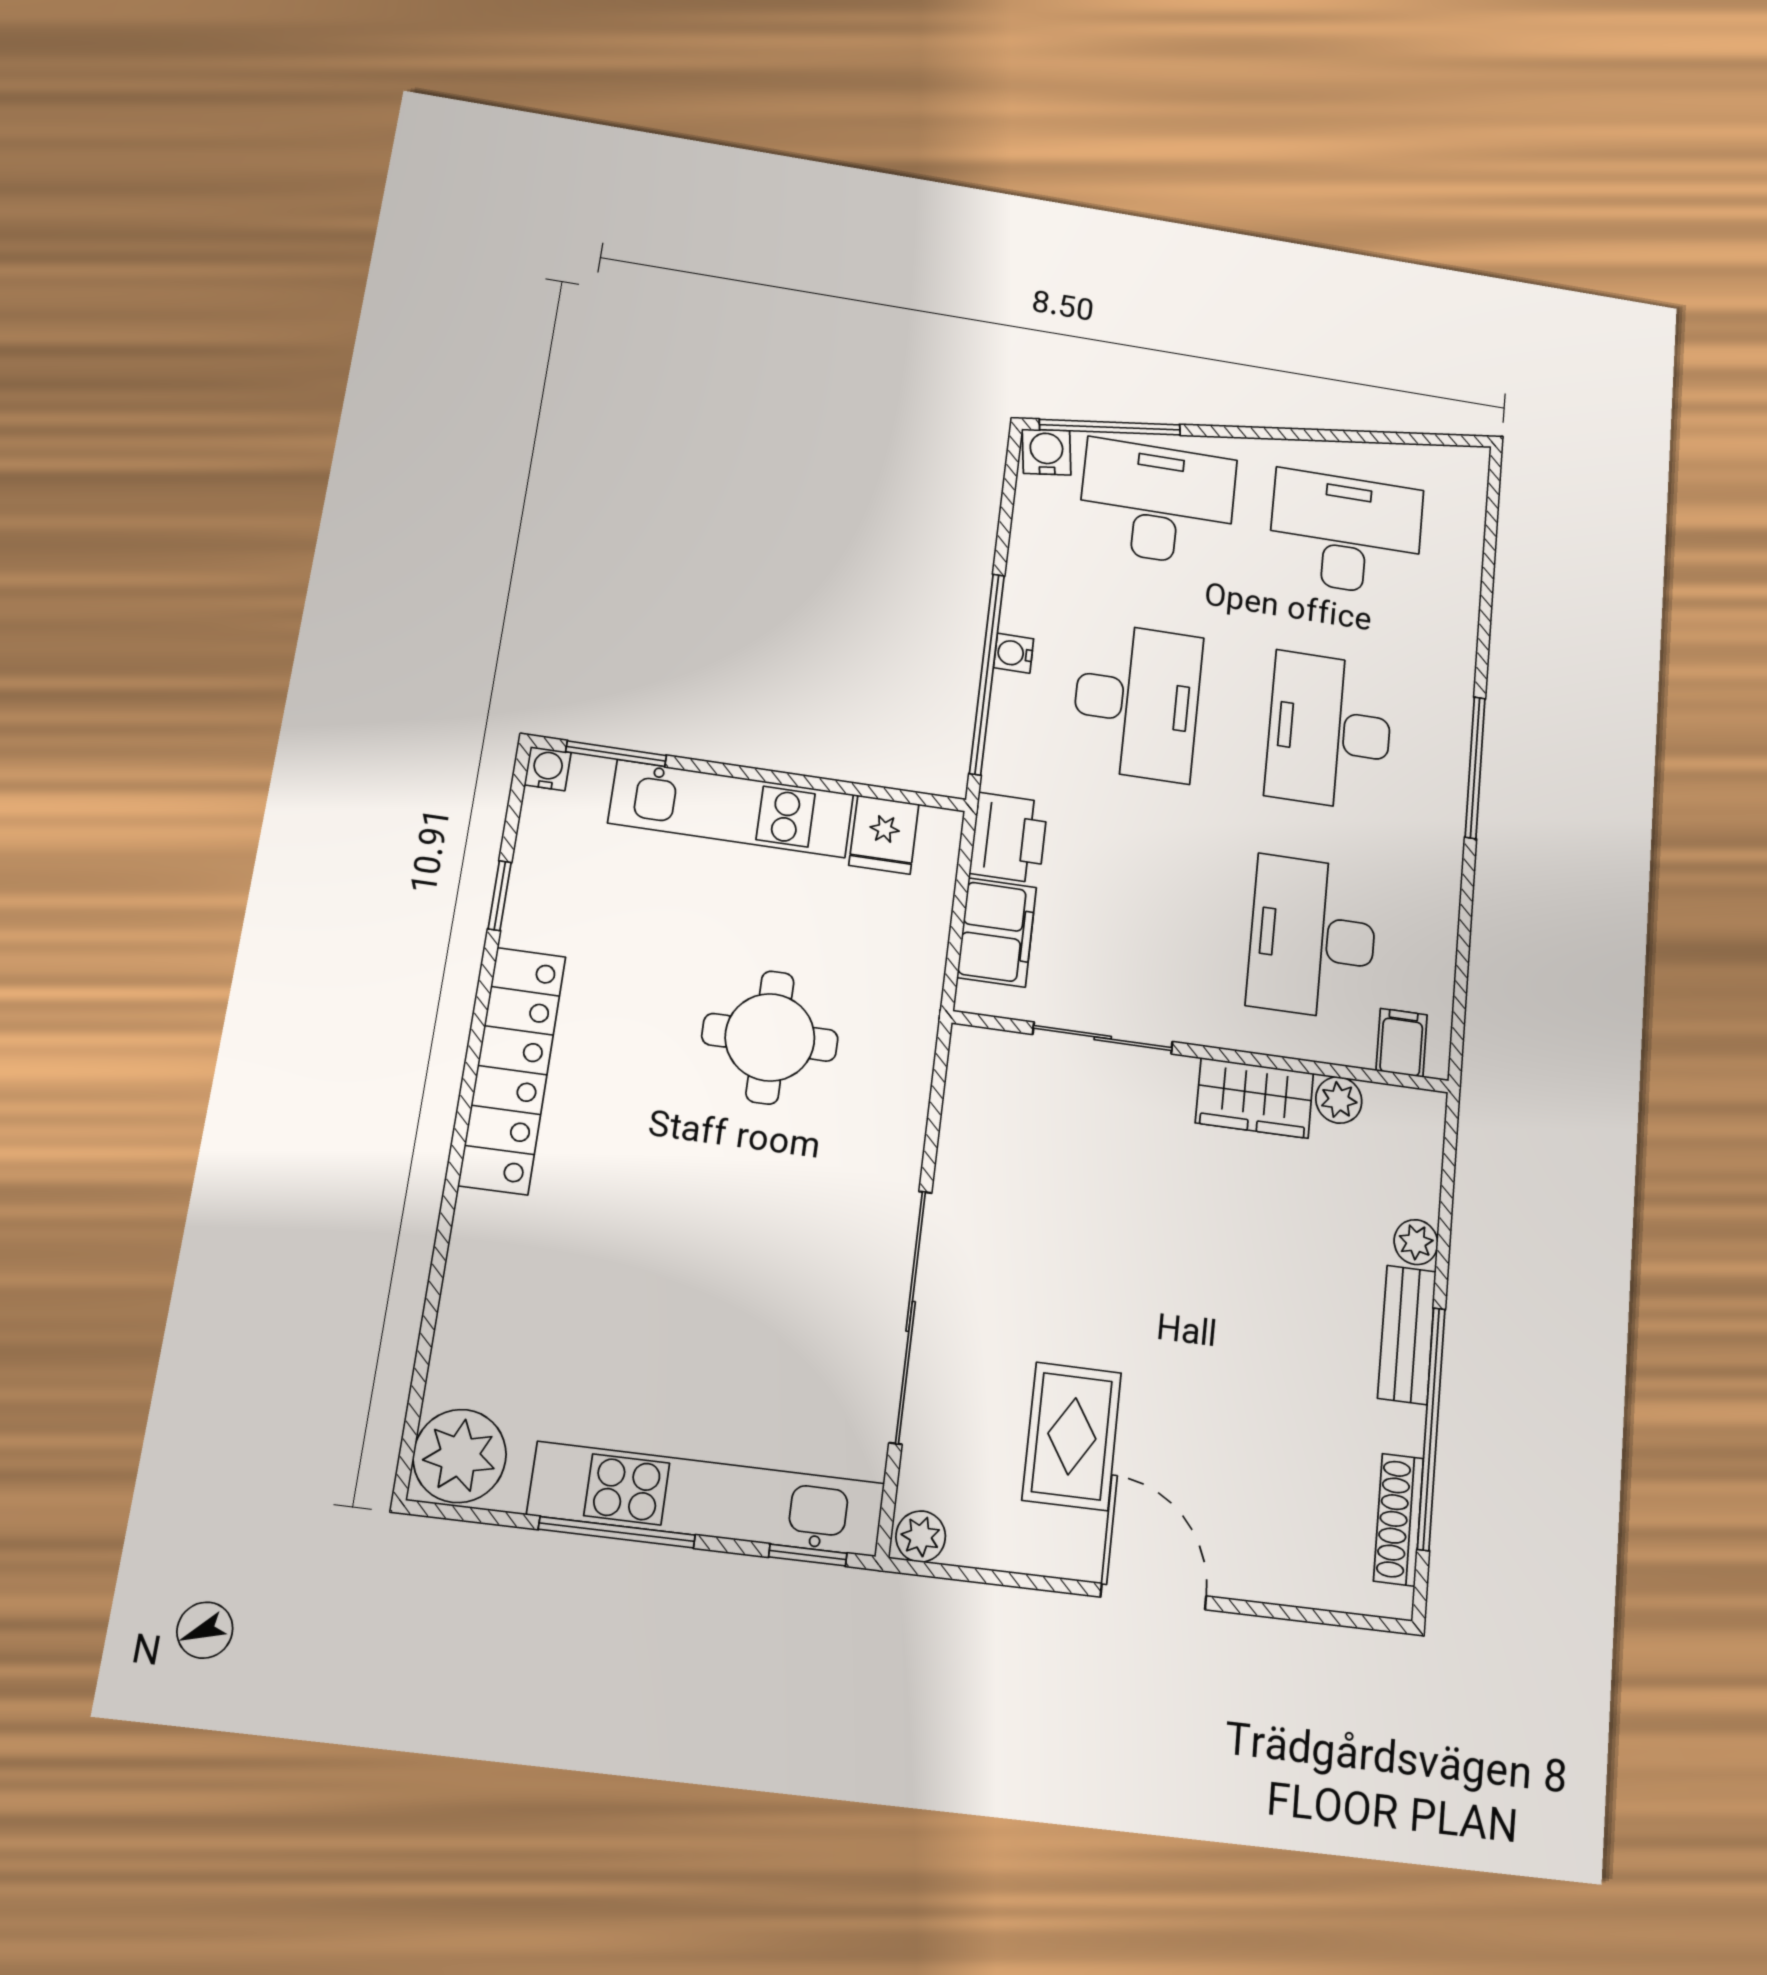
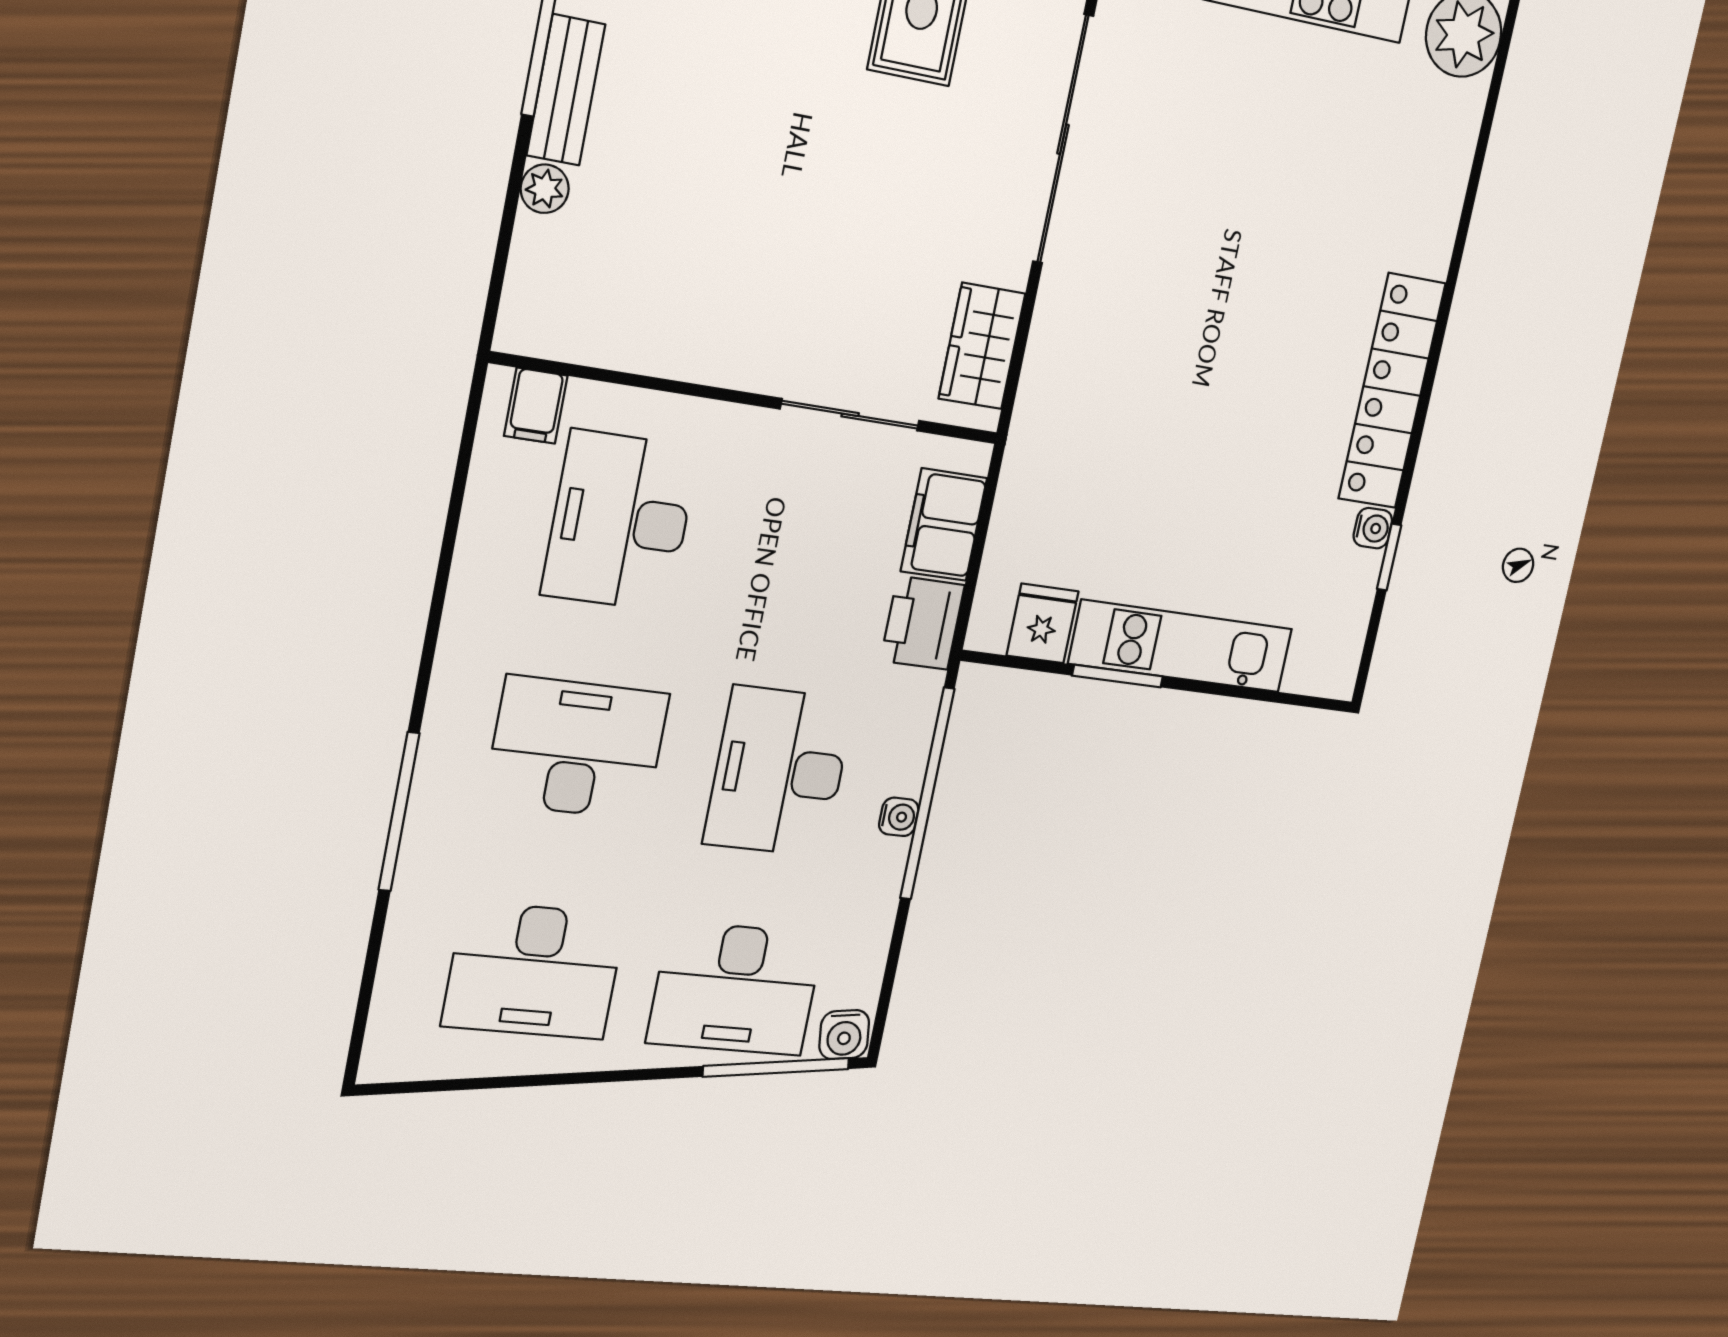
desk: (1330, 731) -> (577, 748), turned -90
window: (616, 754) -> (1118, 676), moved
window: (1475, 767) -> (399, 812), moved
water cooler: (548, 769) -> (1373, 528), moved, turned -90
desk: (1313, 937) -> (620, 521), turned 180
round table: (770, 1037) -> (1166, 419), removed
wardrobe: (1254, 1098) -> (982, 346), moved, turned -90
plant: (1339, 1100) -> (611, 345), removed

